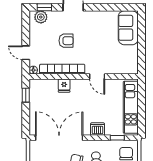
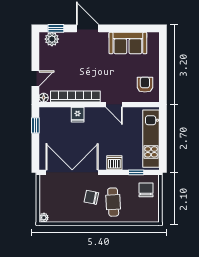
sofa: (128, 28) -> (128, 43), moved, turned -90
armchair: (66, 41) -> (145, 85), moved, turned -90
door: (26, 53) -> (35, 78), swing flipped

